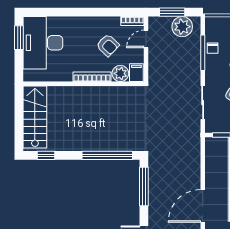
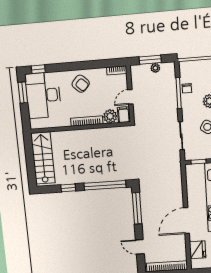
window: (40, 12) -> (38, 69), added
plant: (182, 27) -> (155, 68), width x0.53, depth x0.53
door: (146, 39) -> (130, 97), moved
armchair: (108, 45) -> (81, 84), moved
window: (46, 155) -> (68, 188), moved

